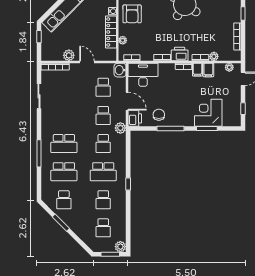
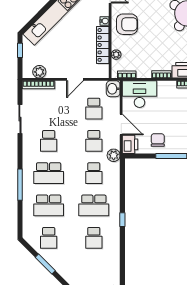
armchair: (132, 14) -> (127, 24), turned -90
plant: (69, 55) -> (39, 72), moved
door: (87, 62) -> (75, 79), swing flipped
school desk: (103, 228) -> (49, 141), moved

